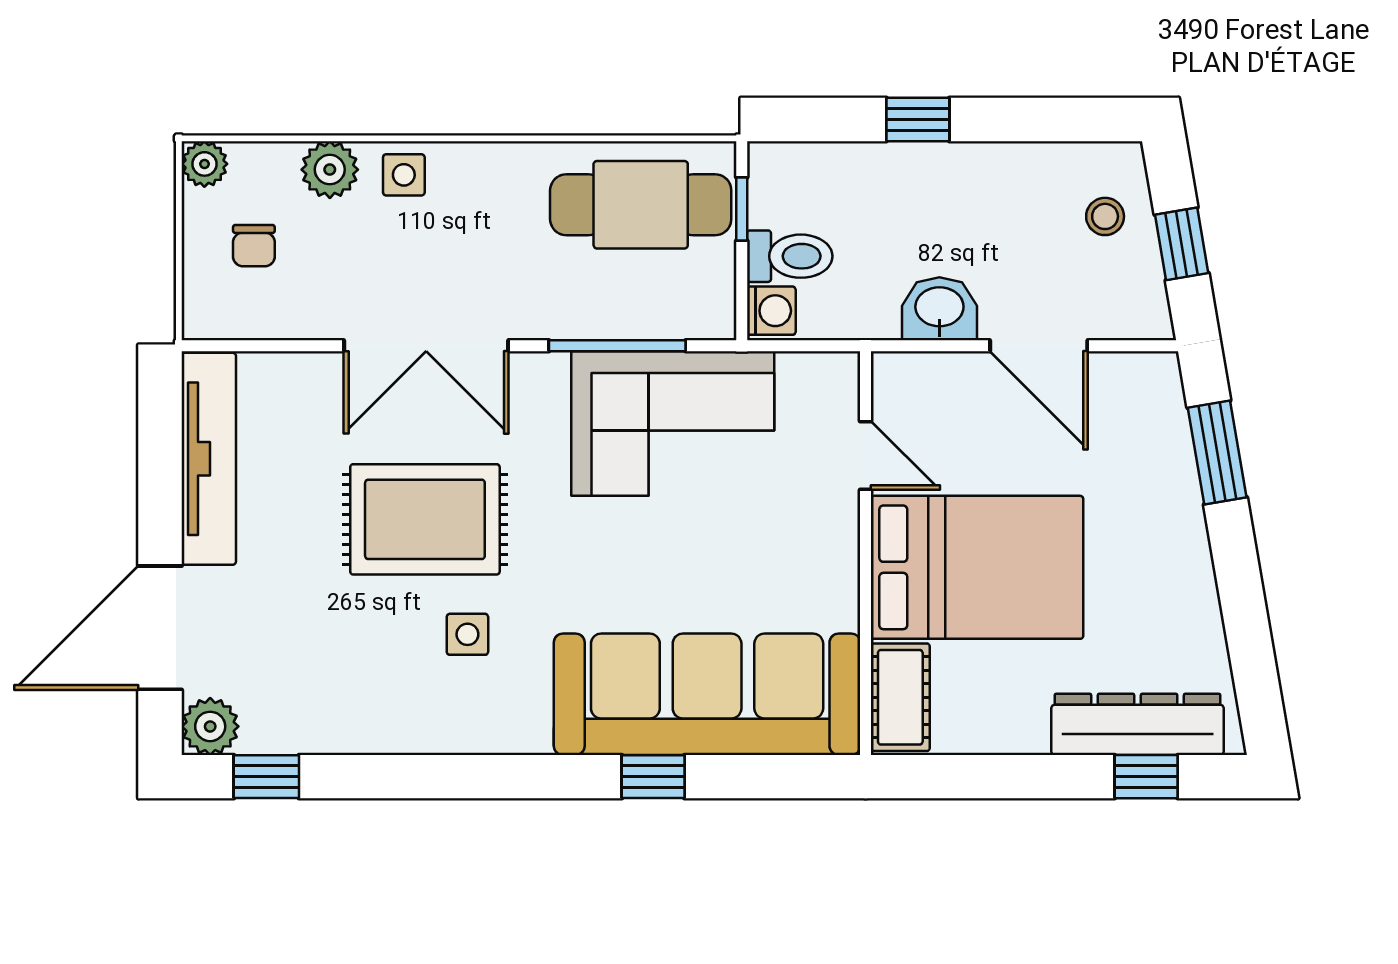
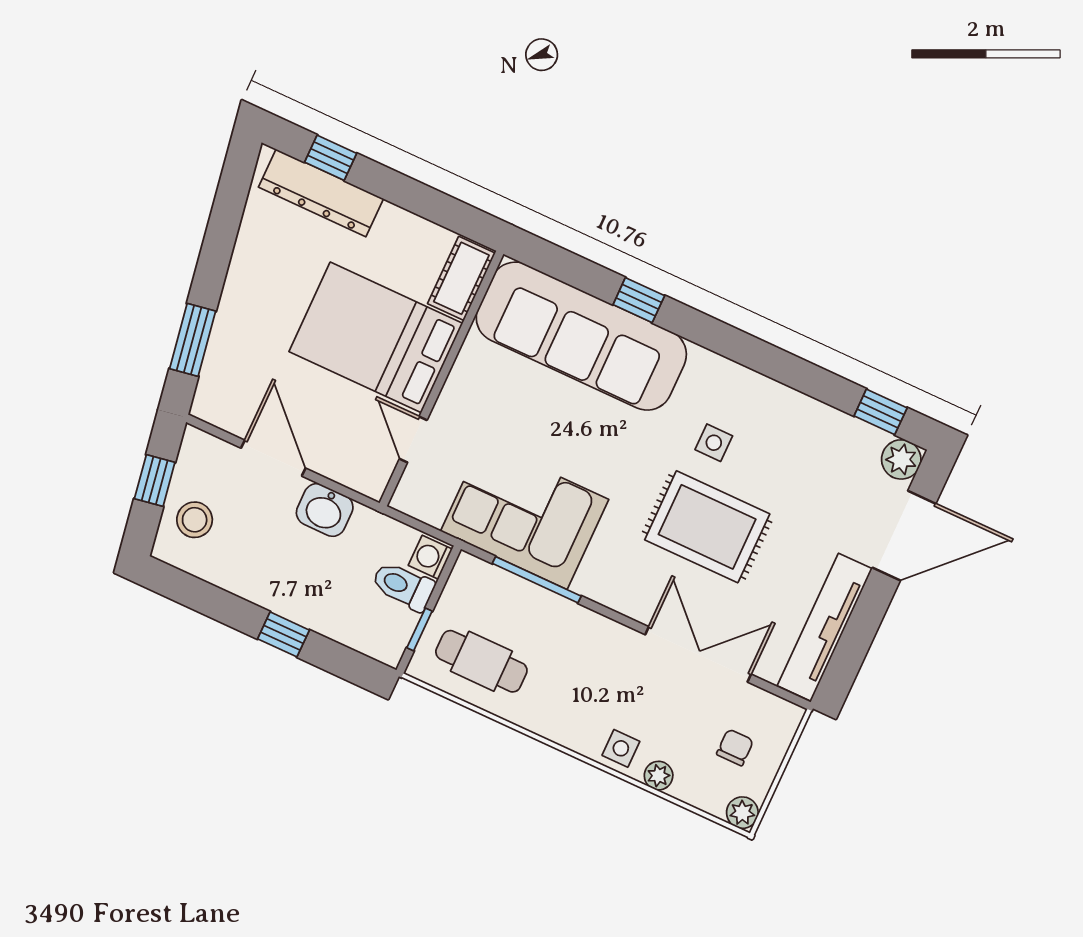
plant: (330, 170) -> (659, 776), width x0.73, depth x0.73
cafe table: (641, 205) -> (481, 661), width x0.73, depth x0.74
stool: (1105, 216) -> (195, 520), width x1.37, depth x1.37
double door: (426, 346) -> (698, 654), moved

